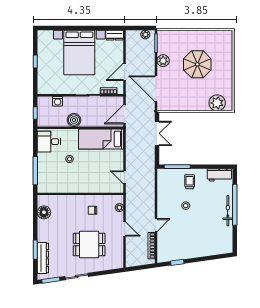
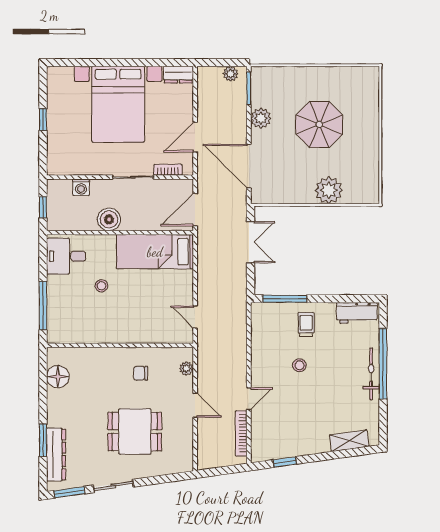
plant: (217, 103) -> (329, 190), moved
shelving: (215, 250) -> (349, 441), added

